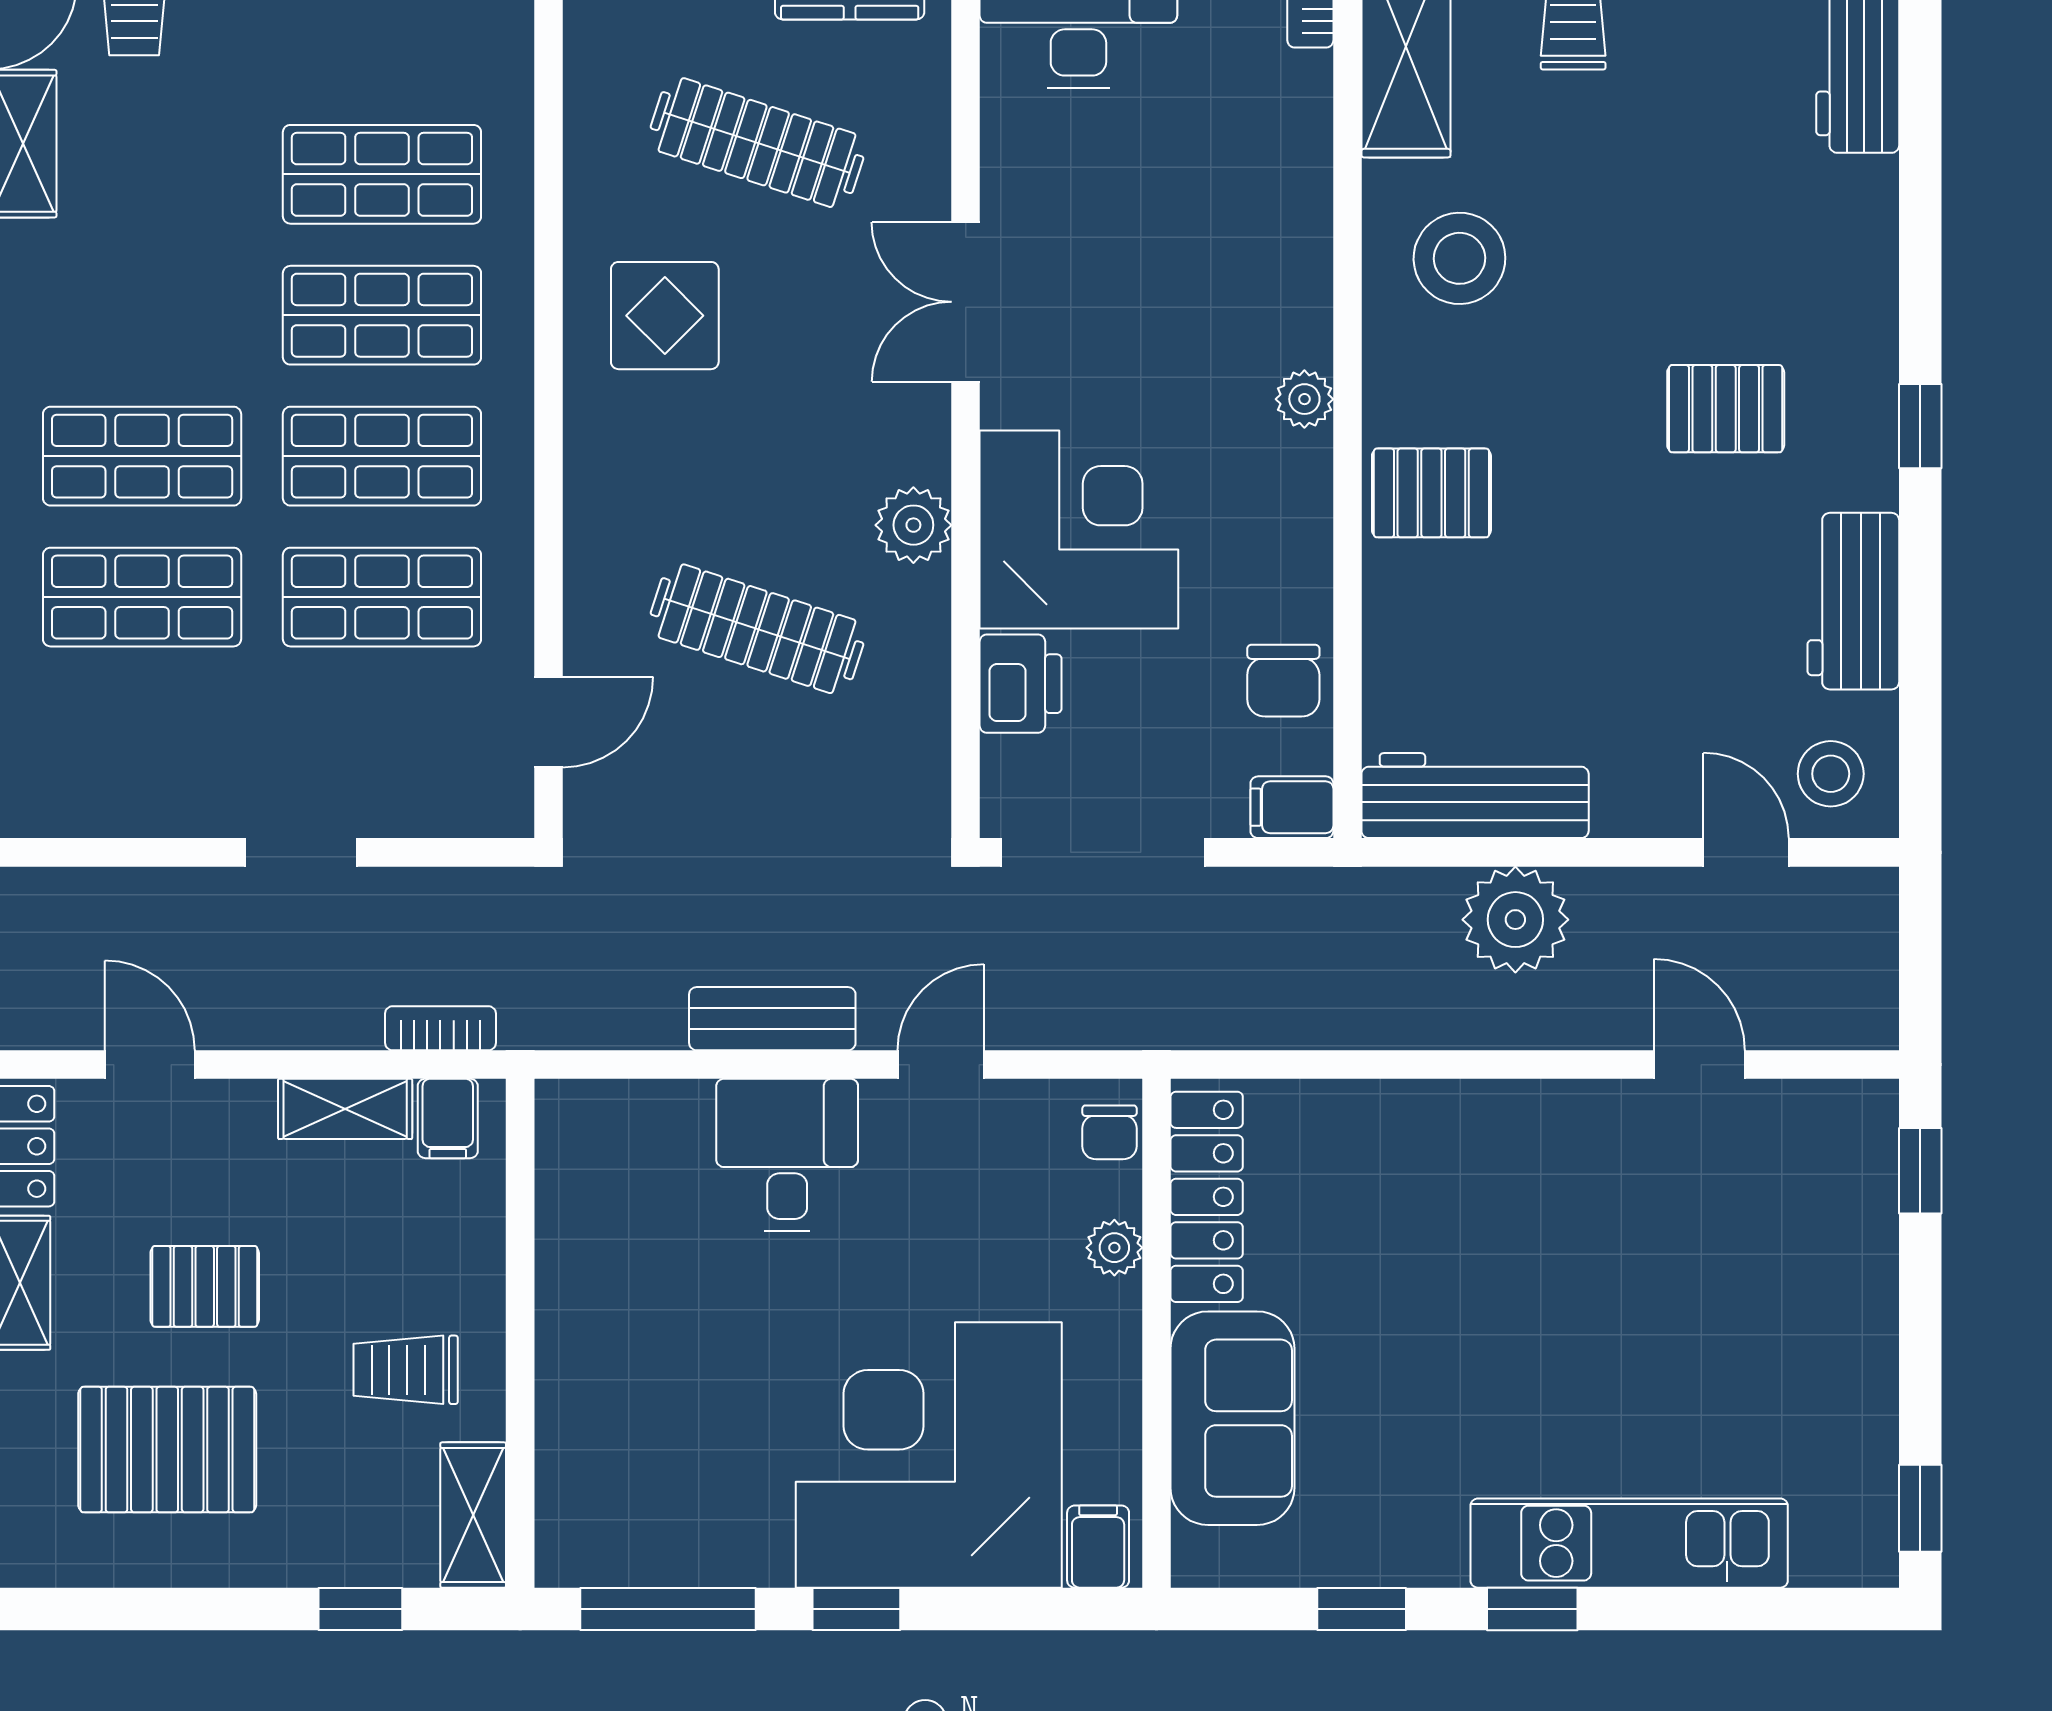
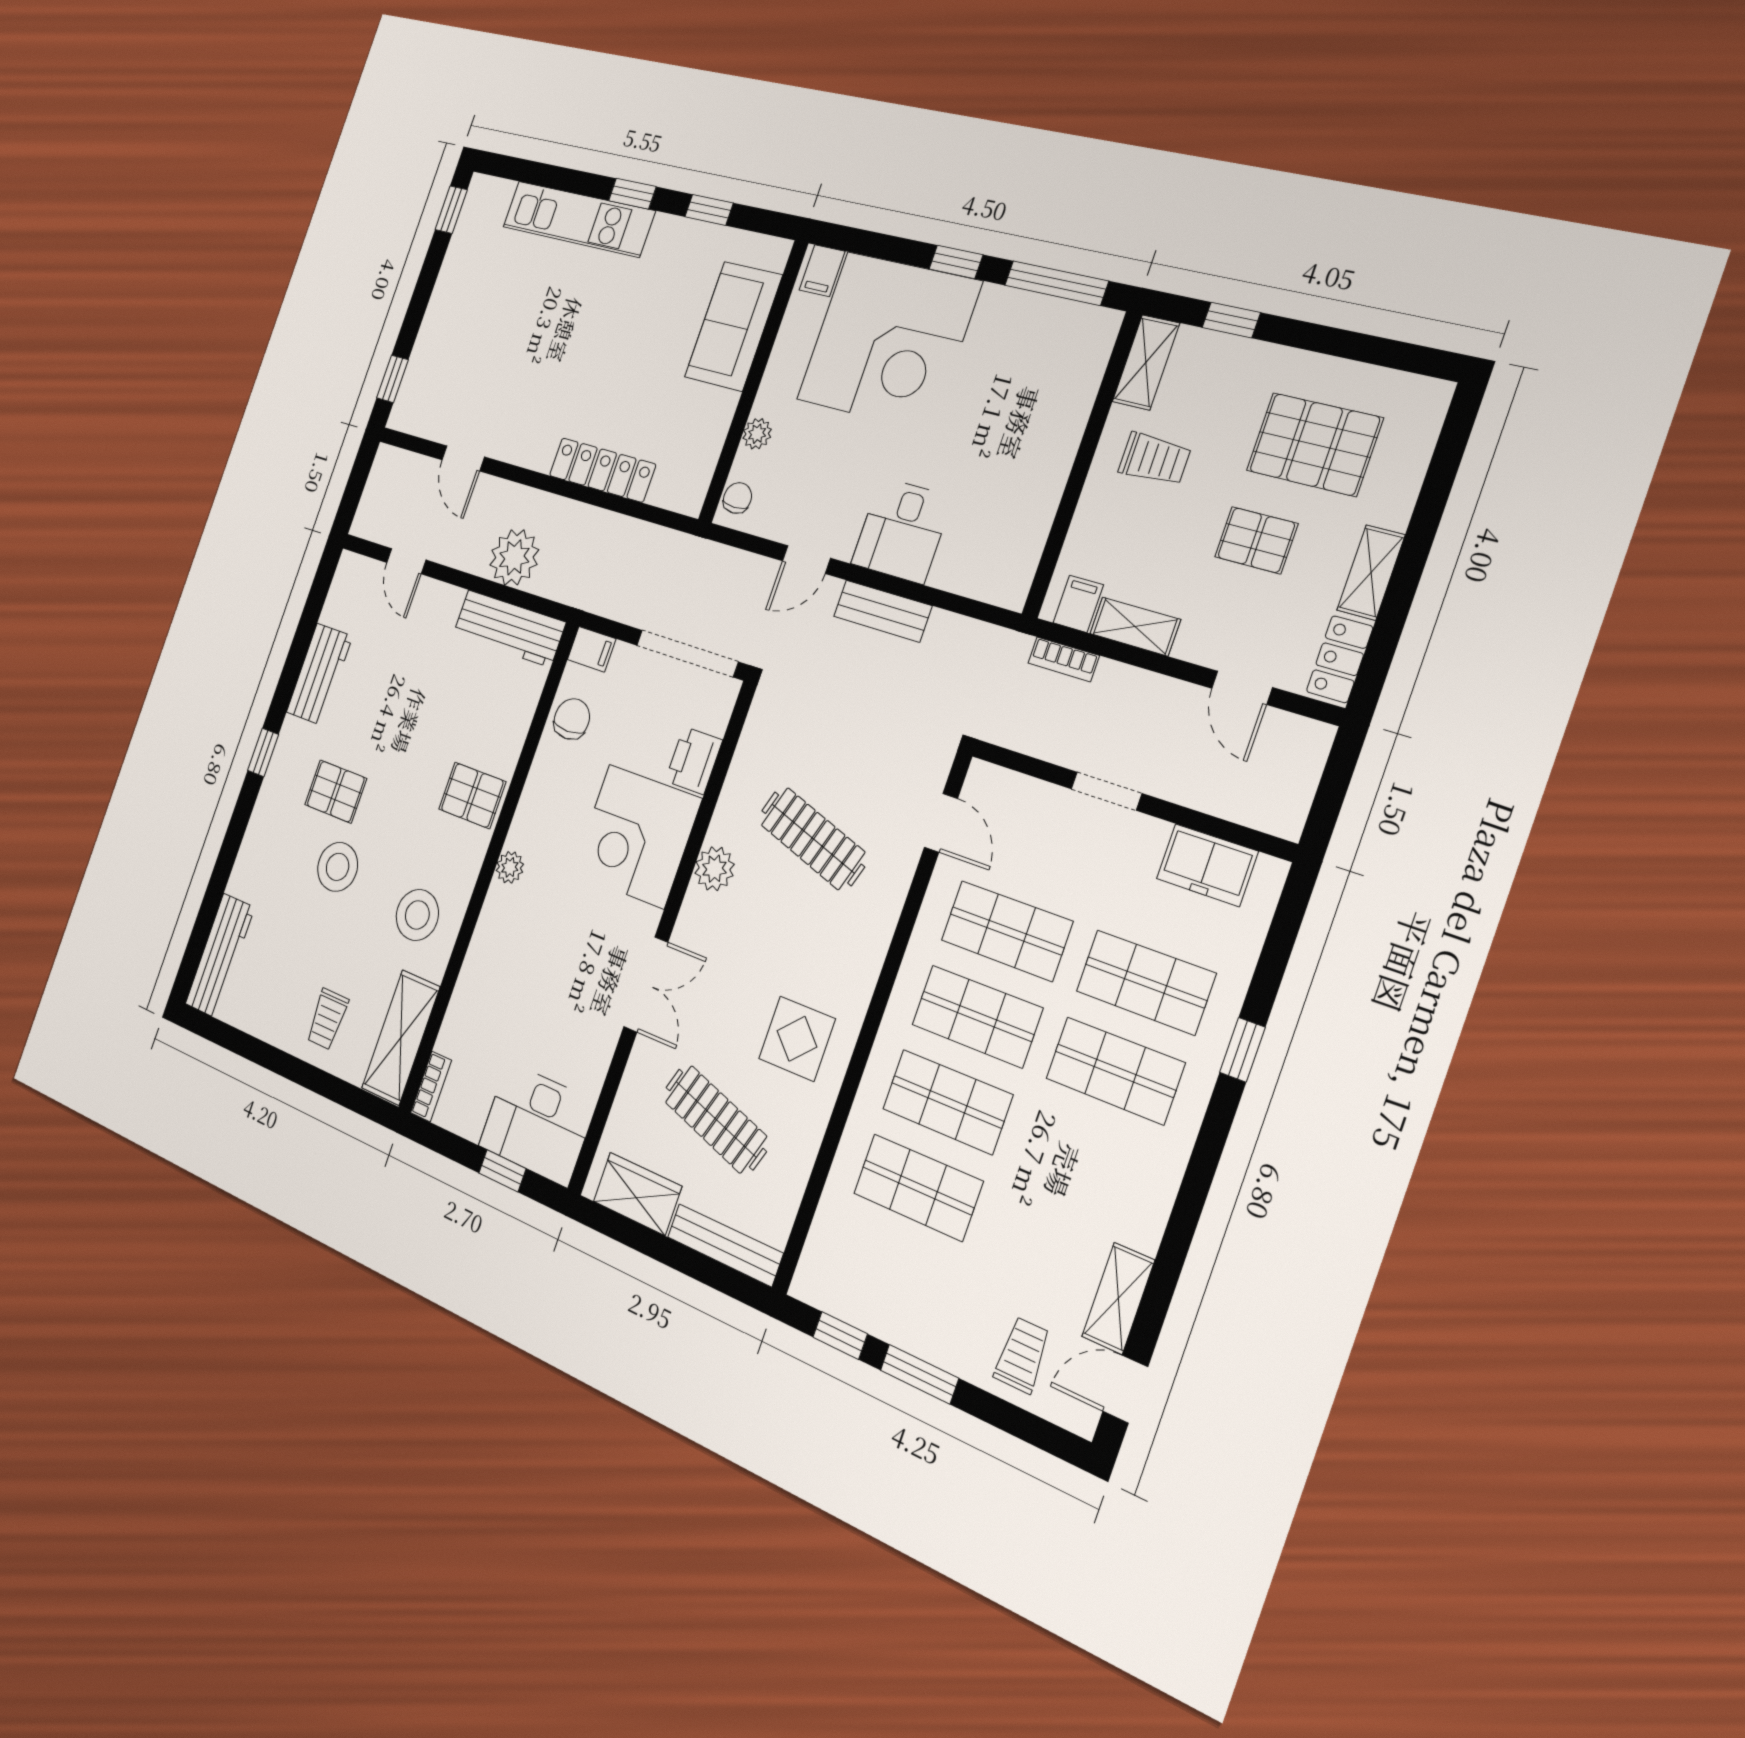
door: (548, 722) -> (941, 823), swing flipped
stool: (1831, 774) -> (338, 867), moved, width x1.38, depth x1.38
freezer: (111, 794) -> (1207, 865), added
locker: (1207, 1197) -> (602, 470), moved, turned 90

